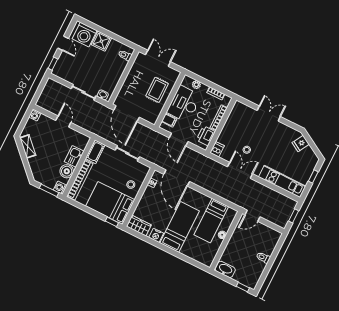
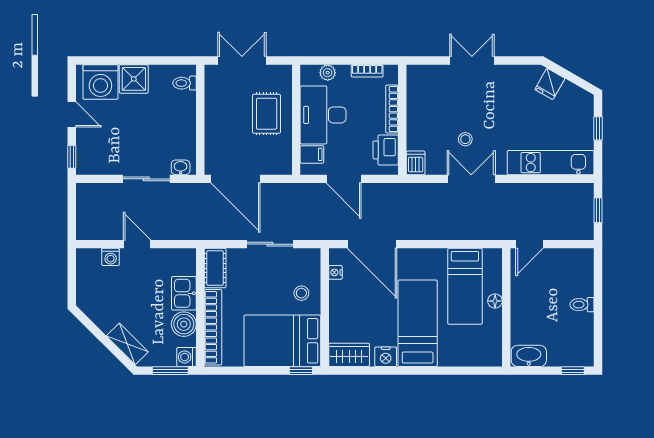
washing machine: (35, 115) -> (111, 257), moved
shelving: (28, 146) -> (127, 344), moved

